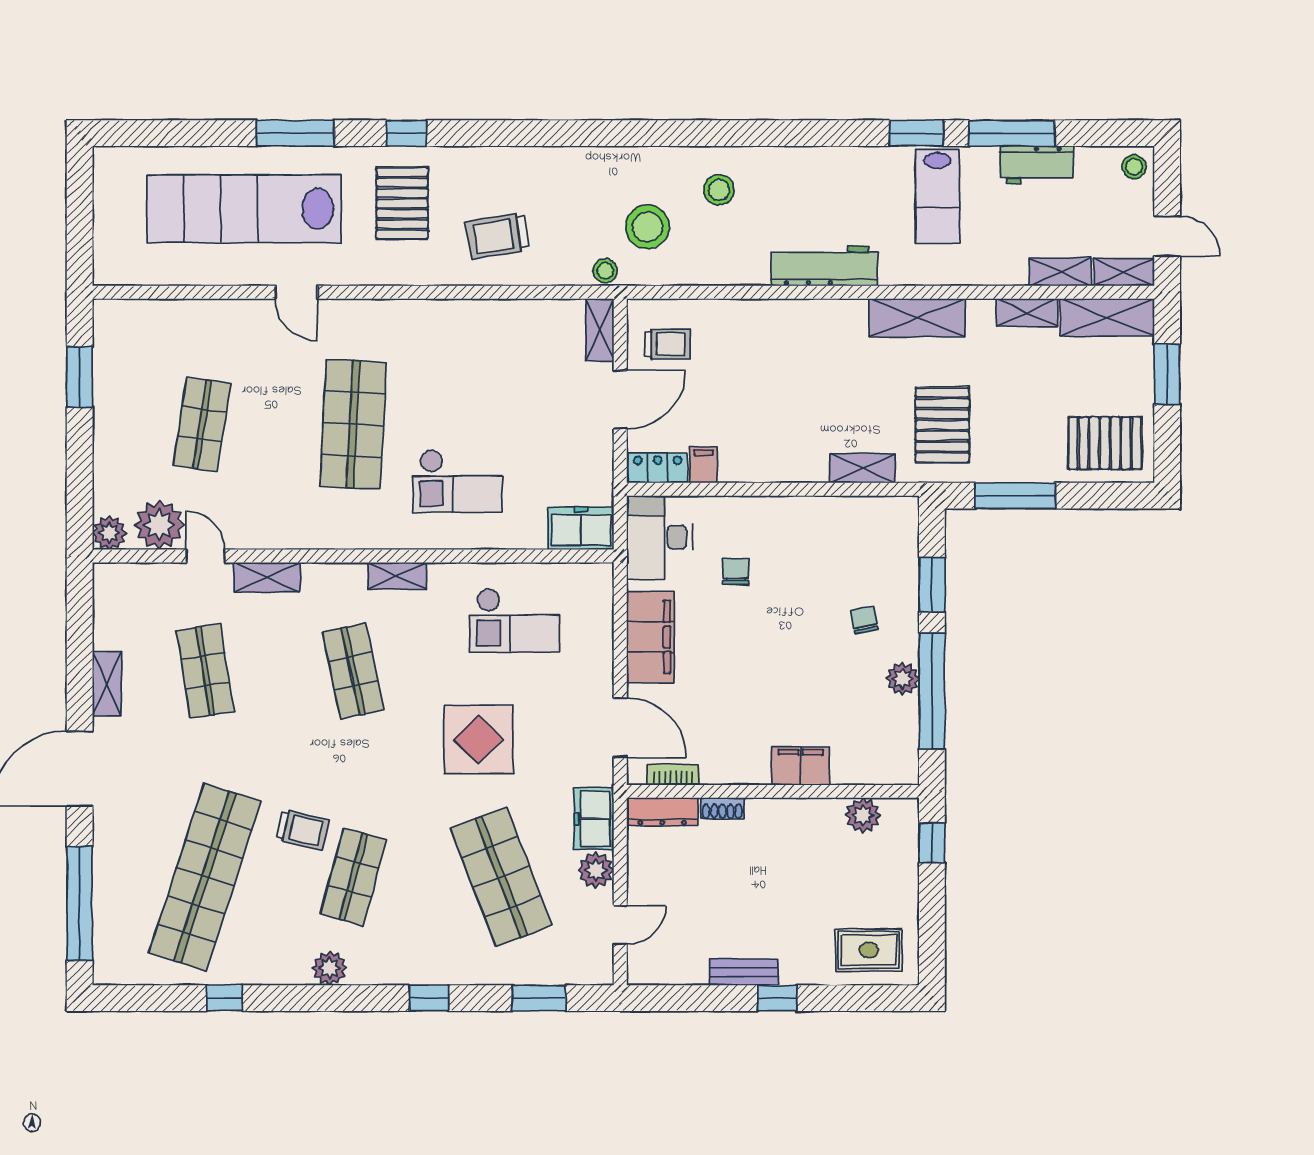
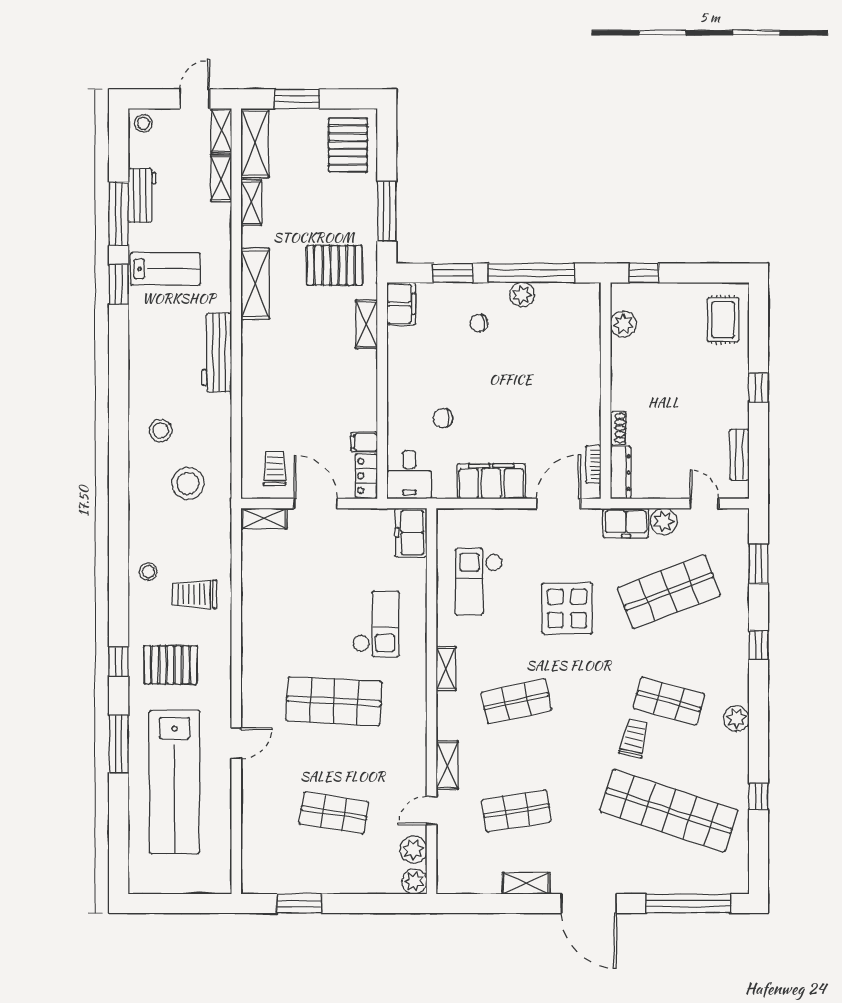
trolley: (498, 236) -> (194, 594), turned 99
stool: (605, 271) -> (148, 572), moved
plant: (159, 525) -> (413, 850), width x0.73, depth x0.73
desk: (659, 537) -> (409, 475), width x0.73
checkout: (515, 620) -> (479, 582), turned 180
filing cabinet: (801, 766) -> (401, 304), moved, turned 180
bench: (744, 972) -> (739, 455), moved

